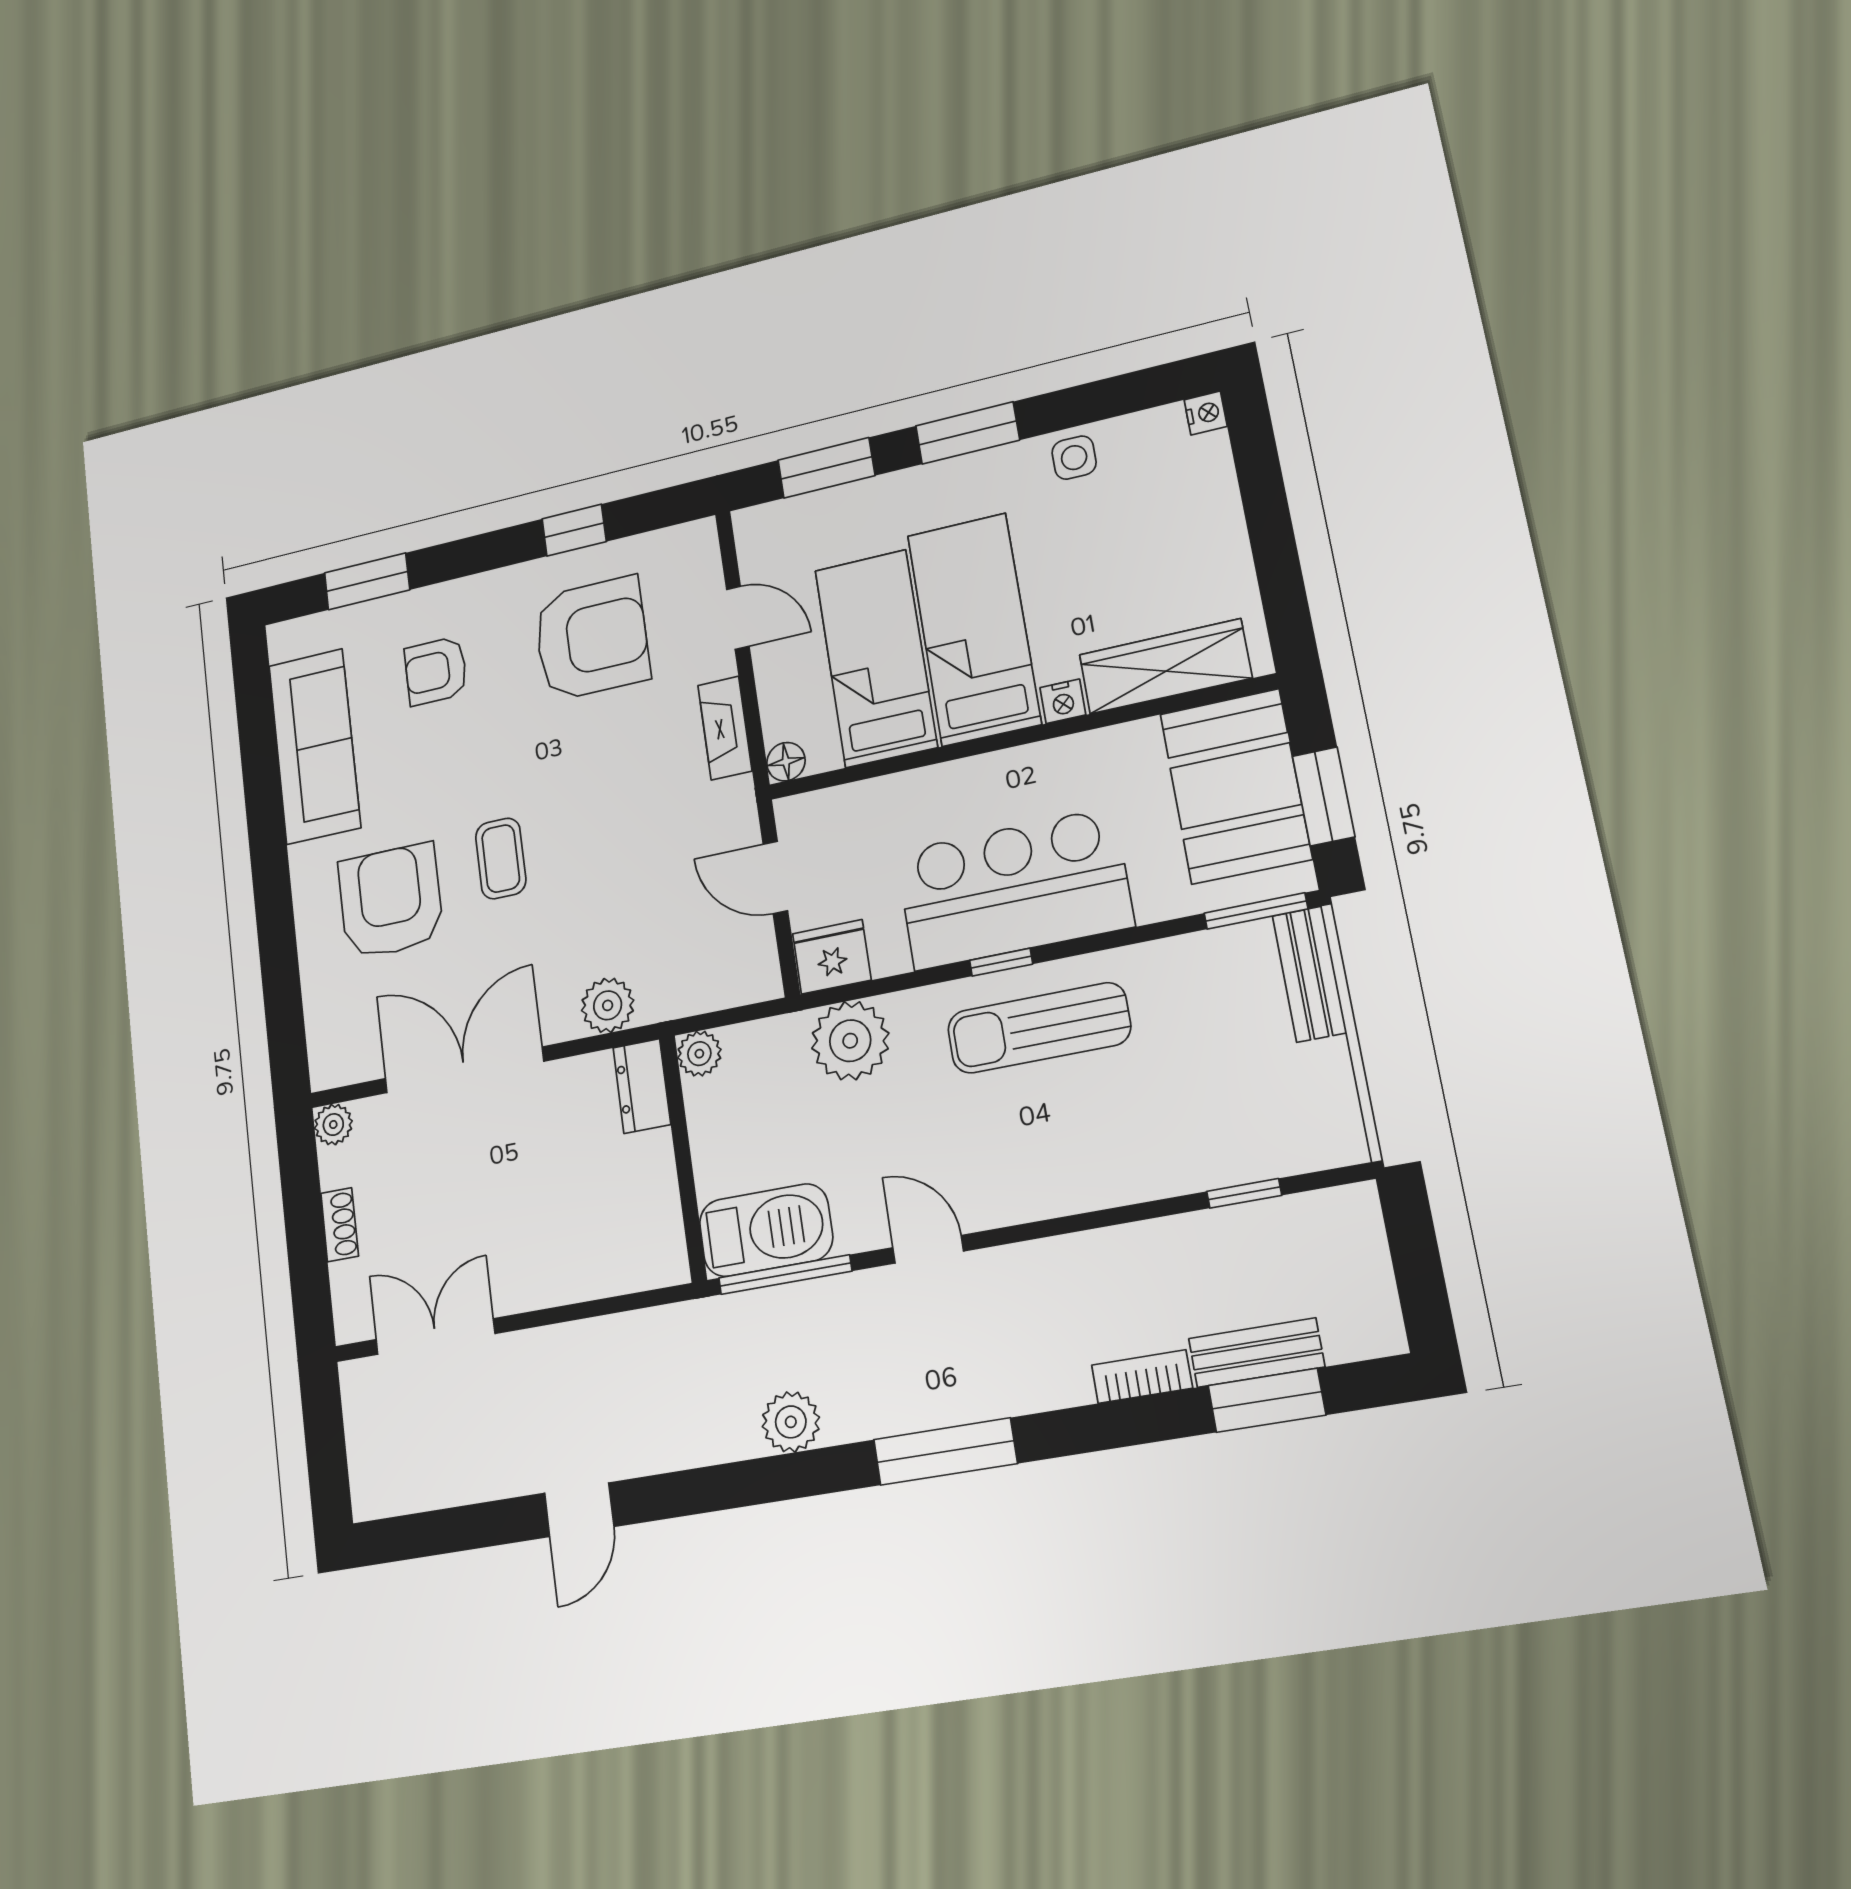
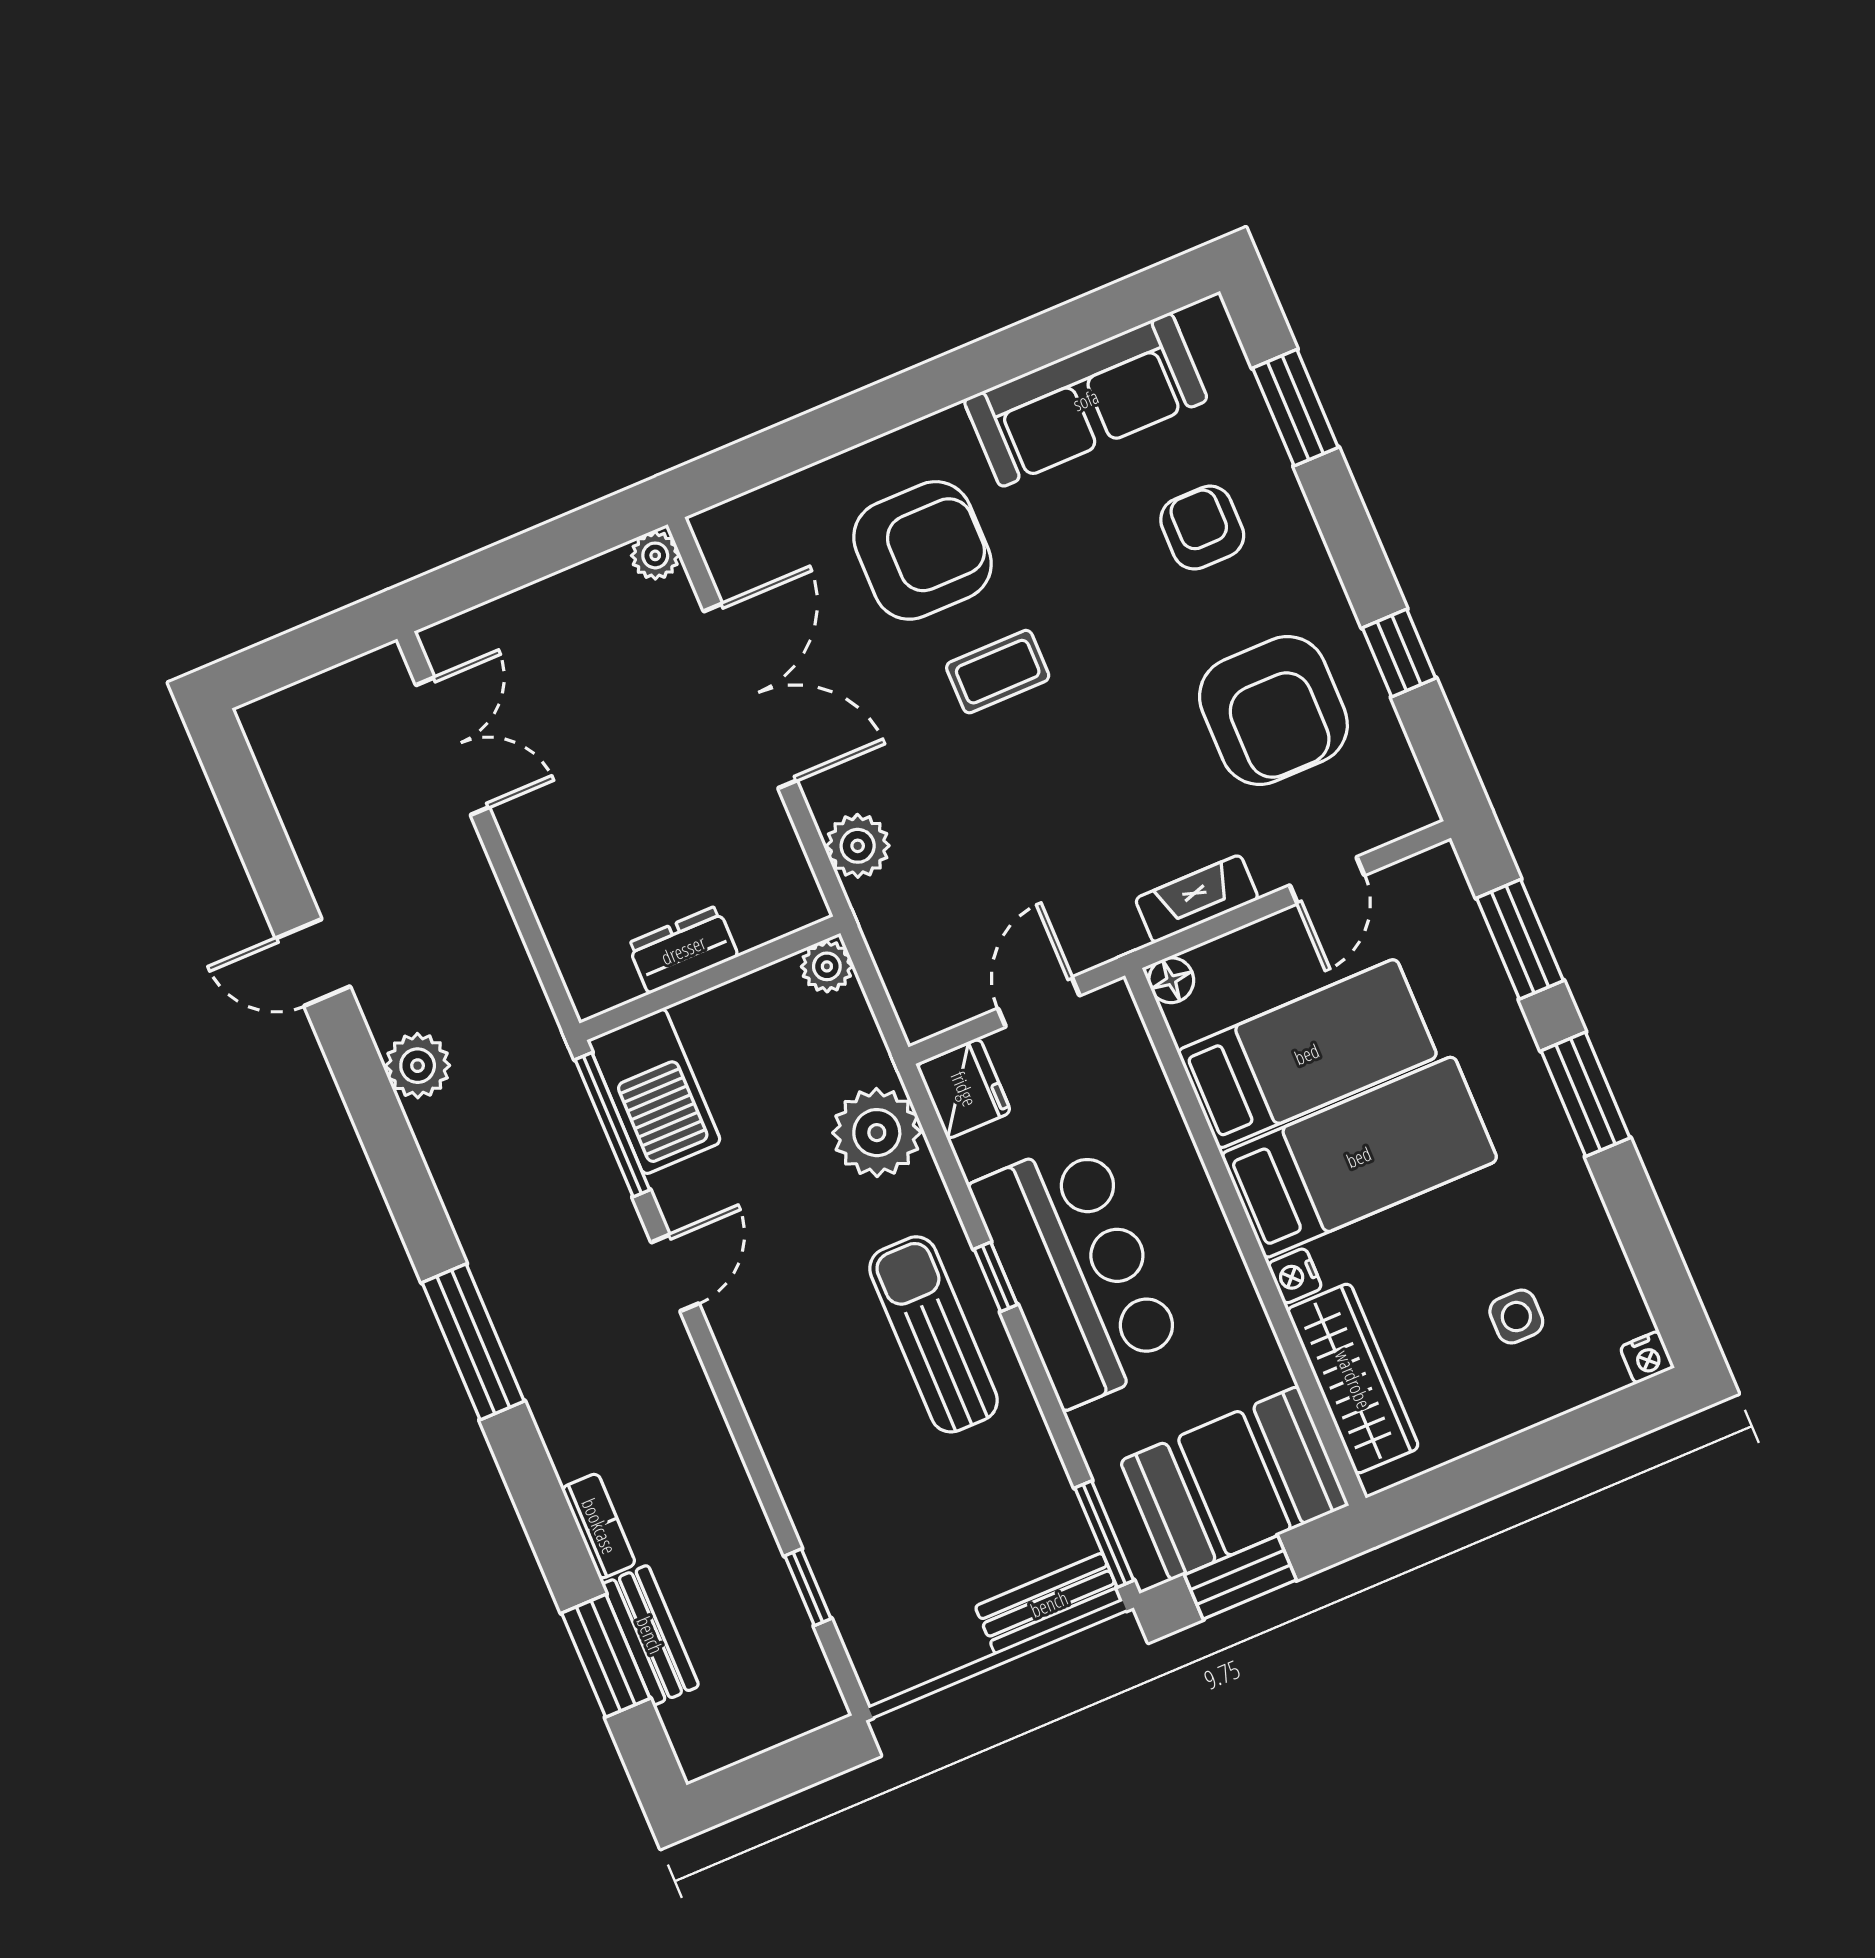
side table: (1074, 458) -> (1516, 1317), moved
dresser: (642, 1086) -> (683, 950), moved
shoe rack: (340, 1225) -> (546, 596), removed
plant: (791, 1422) -> (418, 1066), moved

